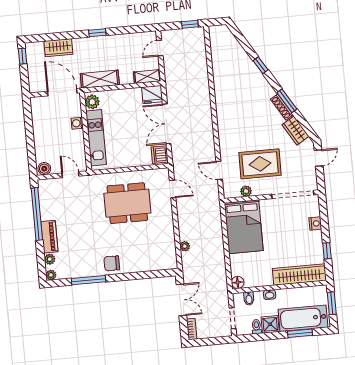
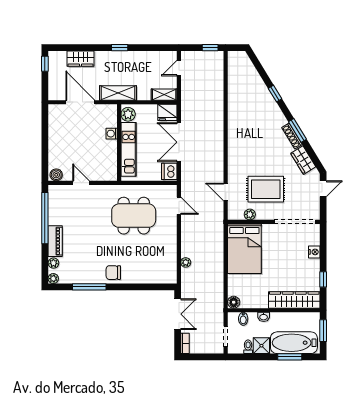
plant: (92, 102) -> (128, 114), moved
washing machine: (77, 123) -> (112, 134), moved
wall: (86, 132) -> (119, 143), moved
kitchen unit: (96, 138) -> (129, 149), moved

